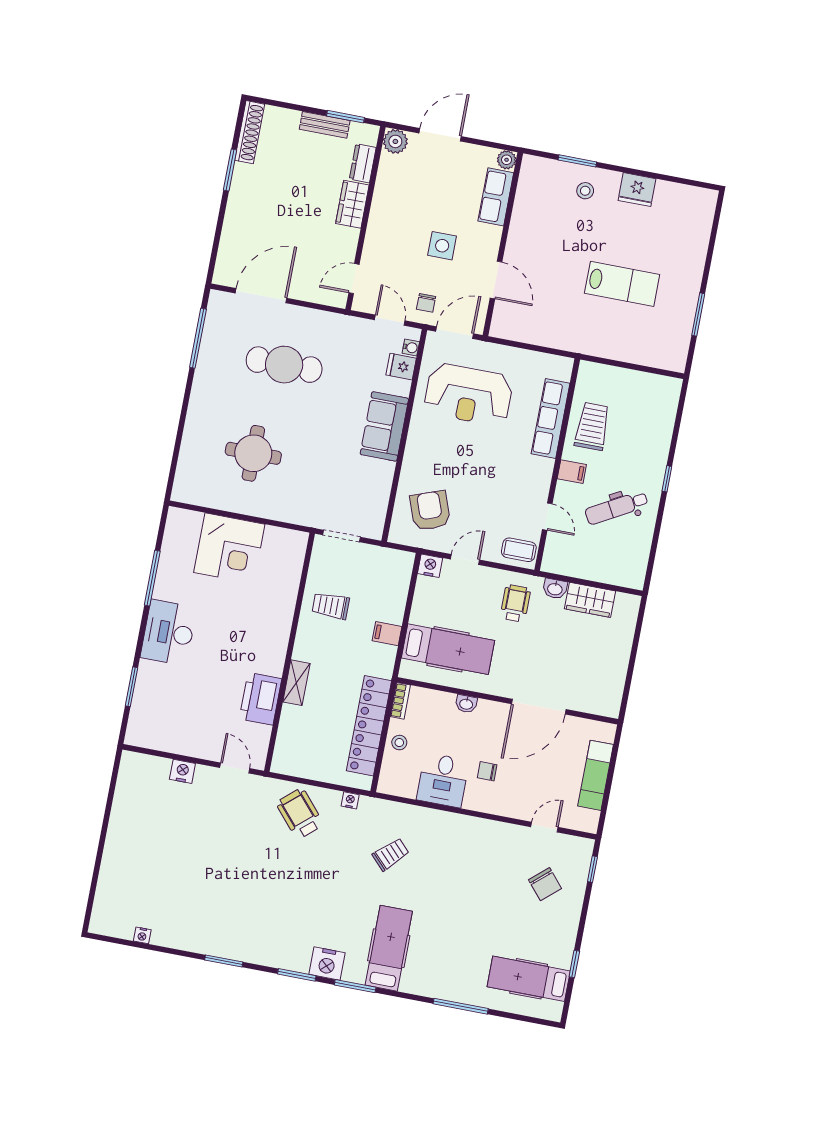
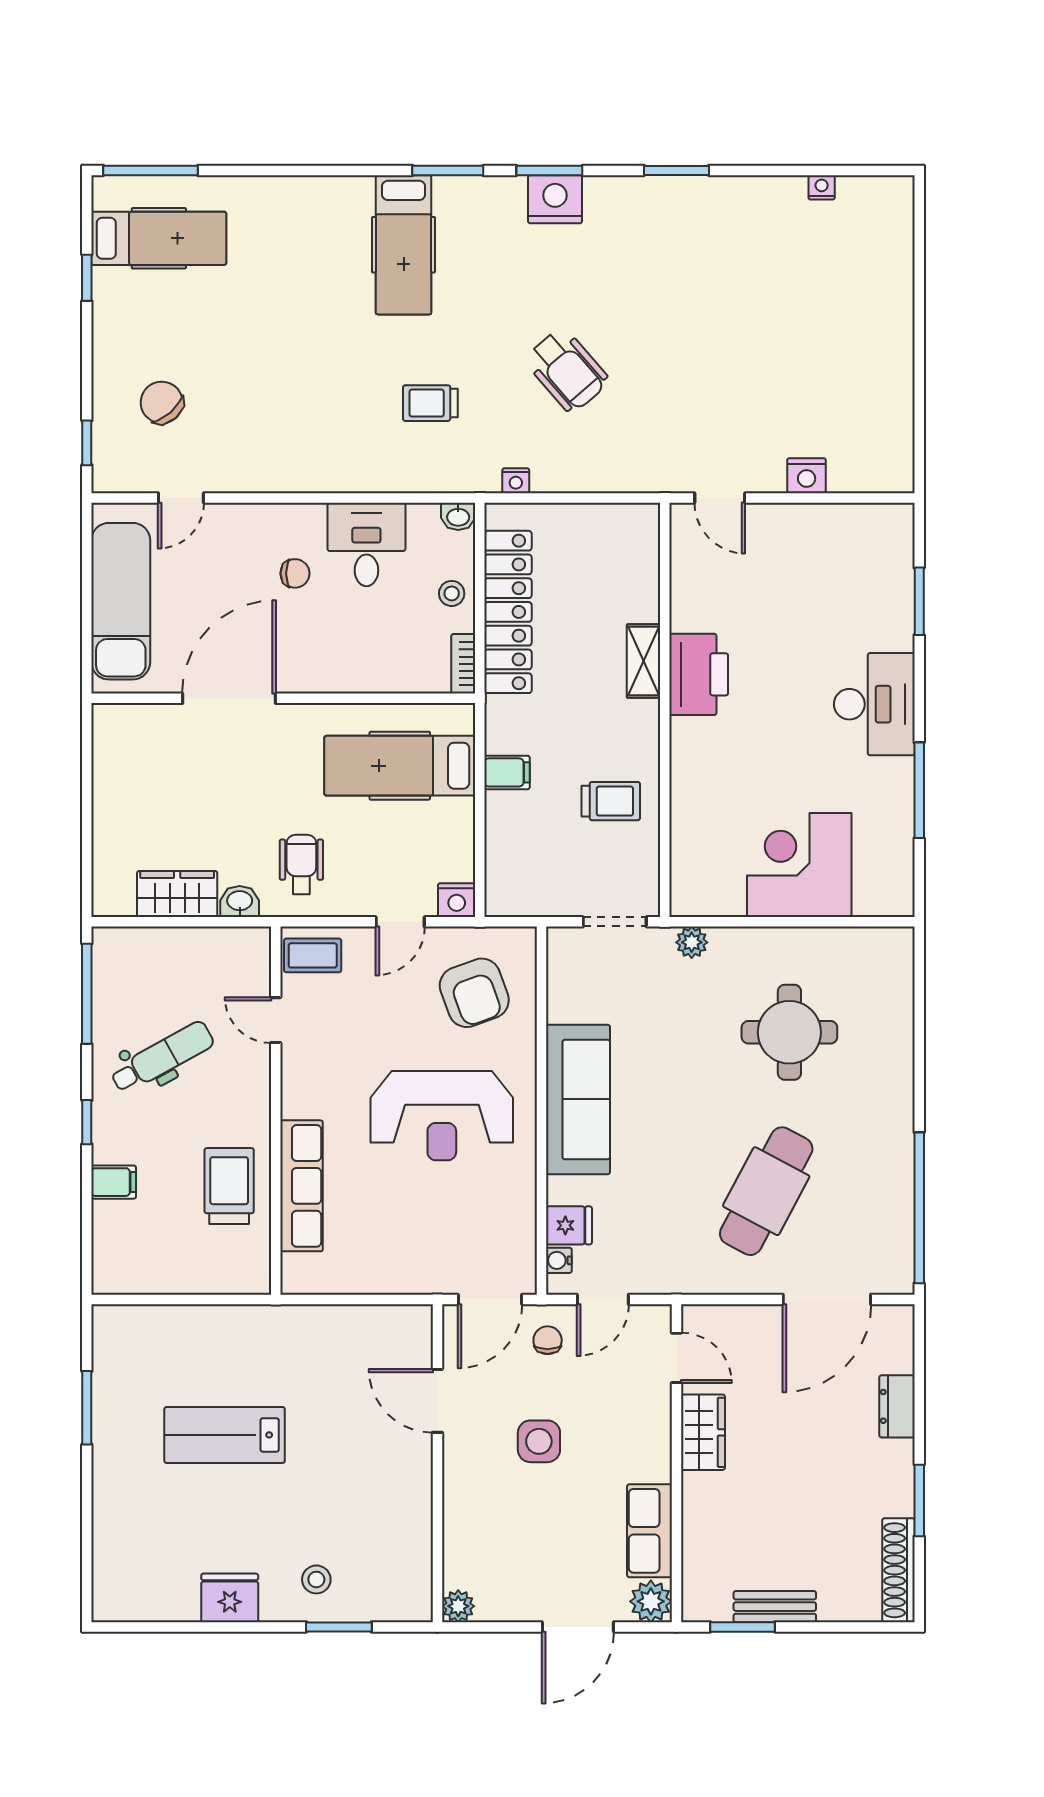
dresser: (363, 163) -> (897, 1406), moved, turned 180
row of seats: (496, 197) -> (649, 1531), moved, turned 180
wardrobe: (352, 204) -> (703, 1432), moved
door: (354, 279) -> (676, 1358), hinge flipped
door: (390, 320) -> (603, 1299), hinge flipped
window: (198, 338) -> (919, 1208), width x1.46
cafe table: (284, 365) -> (766, 1191), turned -62
reception desk: (468, 395) -> (442, 1116), moved, turned 180
sofa: (384, 426) -> (578, 1099), width x1.36
trolley: (592, 426) -> (229, 1186), turned 180
filing cabinet: (572, 472) -> (114, 1182), moved, turned 180
plant: (300, 516) -> (692, 942), added
window: (653, 552) -> (87, 994), added
wheelchair: (515, 603) -> (301, 864), turned 180
printer: (260, 699) -> (699, 674), moved
washbasin: (466, 704) -> (458, 516), moved, turned 180
exam couch: (596, 775) -> (121, 601), width x1.36, depth x1.45
wheelchair: (300, 814) -> (567, 370), moved
trolley: (391, 854) -> (430, 403), turned 44
nightstand: (327, 964) -> (555, 199), moved
window: (461, 1006) -> (151, 170), moved

